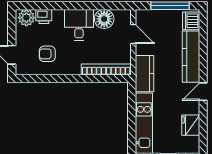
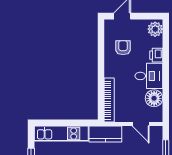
printer: (44, 17) -> (156, 55), moved
door: (133, 34) -> (141, 124), hinge flipped

